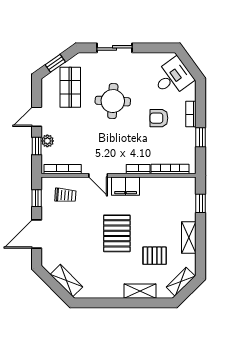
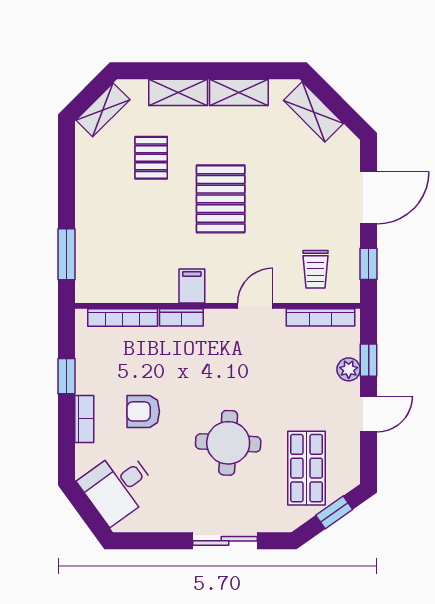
armchair: (159, 118) -> (143, 411), turned 180
door: (98, 175) -> (255, 306), hinge flipped
filing cabinet: (126, 186) -> (192, 286), width x0.50
trolley: (65, 195) -> (315, 269), turned -94
window: (201, 203) -> (66, 254), width x1.50
shelving: (189, 237) -> (239, 92), moved, turned 90
pallet: (155, 256) -> (151, 158), turned 90

